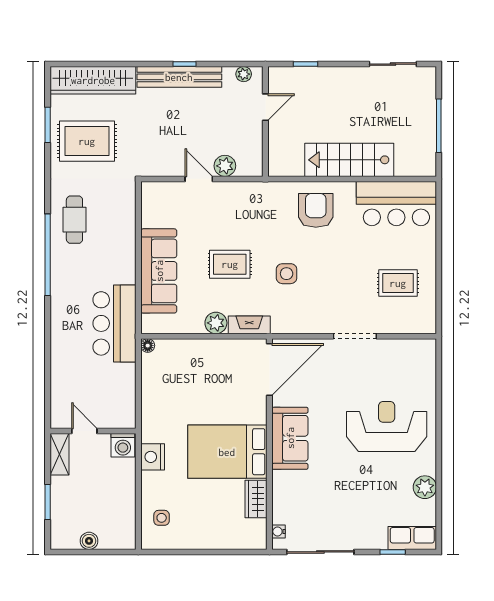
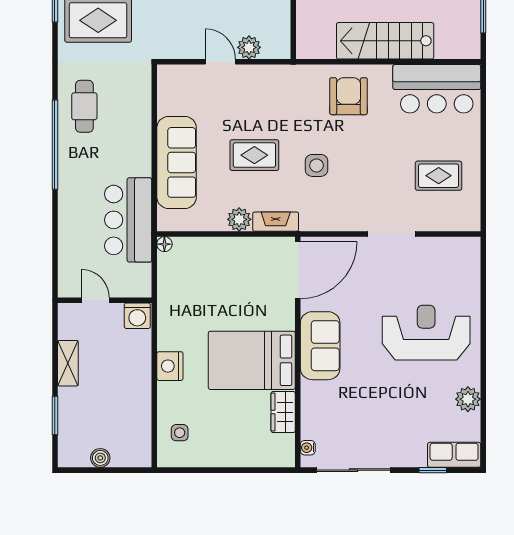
door: (84, 431) -> (95, 300), moved
wall: (93, 431) -> (105, 300), moved
washing machine: (123, 445) -> (137, 316), moved

